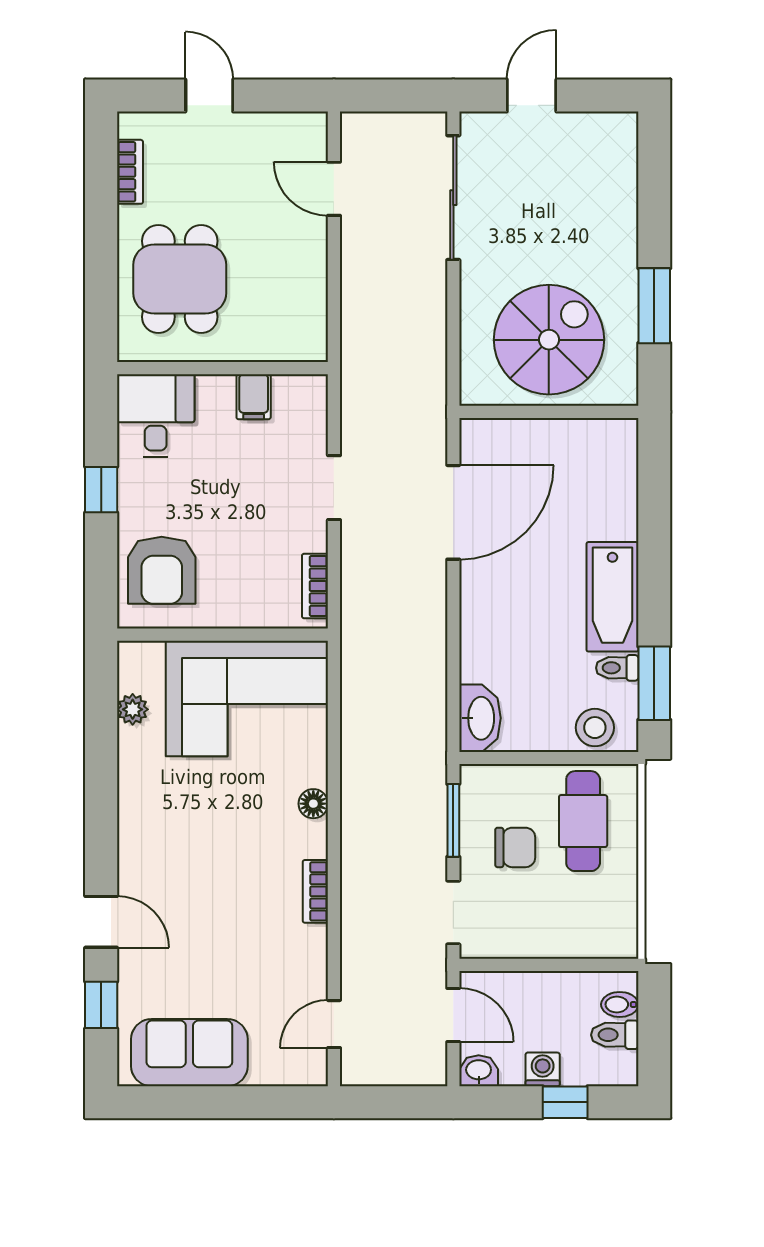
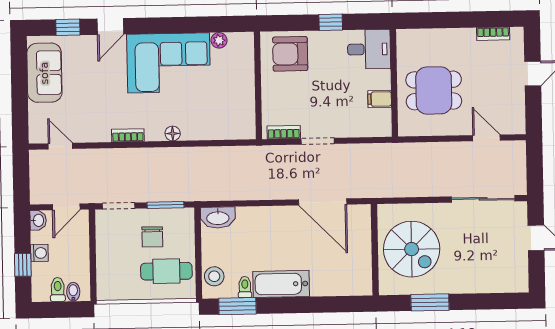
door: (334, 189) -> (486, 138), hinge flipped
dining table: (180, 279) -> (434, 90), moved
doorway: (334, 488) -> (318, 141), moved
corner sofa: (247, 698) -> (169, 63), moved, turned -90

